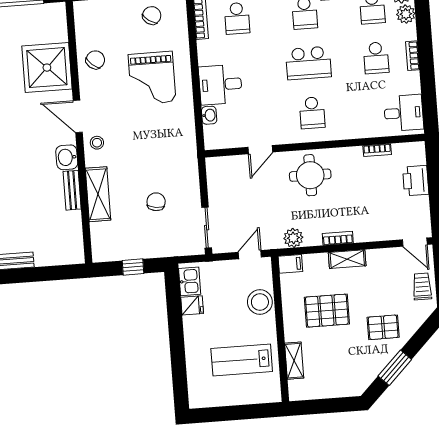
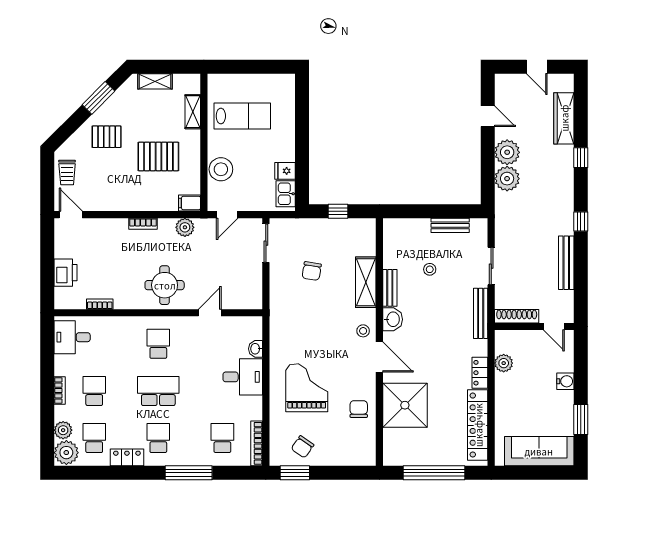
chair: (95, 60) -> (359, 409), turned 139
stool: (32, 213) -> (430, 269), added
shelving: (347, 259) -> (155, 81), moved

